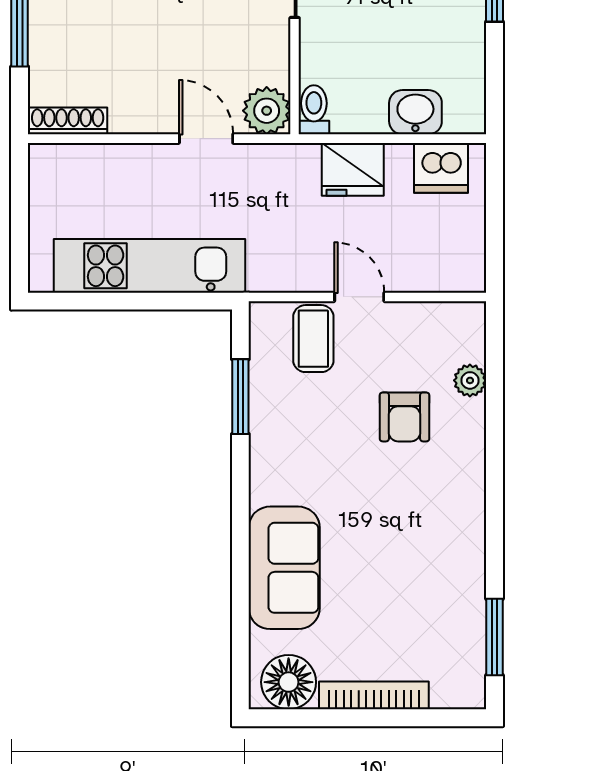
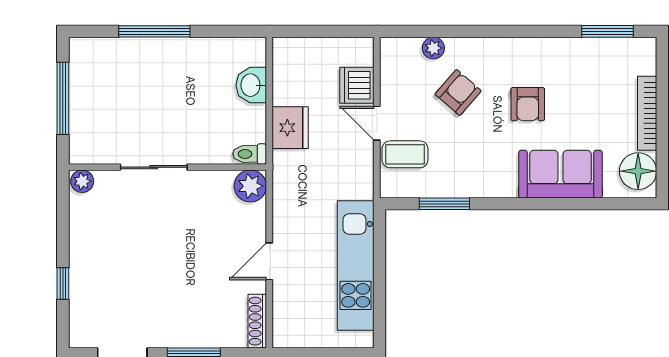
door: (206, 139) -> (269, 261), moved
dishwasher: (441, 168) -> (357, 85), moved, turned 180
door: (359, 297) -> (377, 123), hinge flipped
armchair: (405, 417) -> (458, 92), turned -49
armchair: (387, 519) -> (528, 104), added

